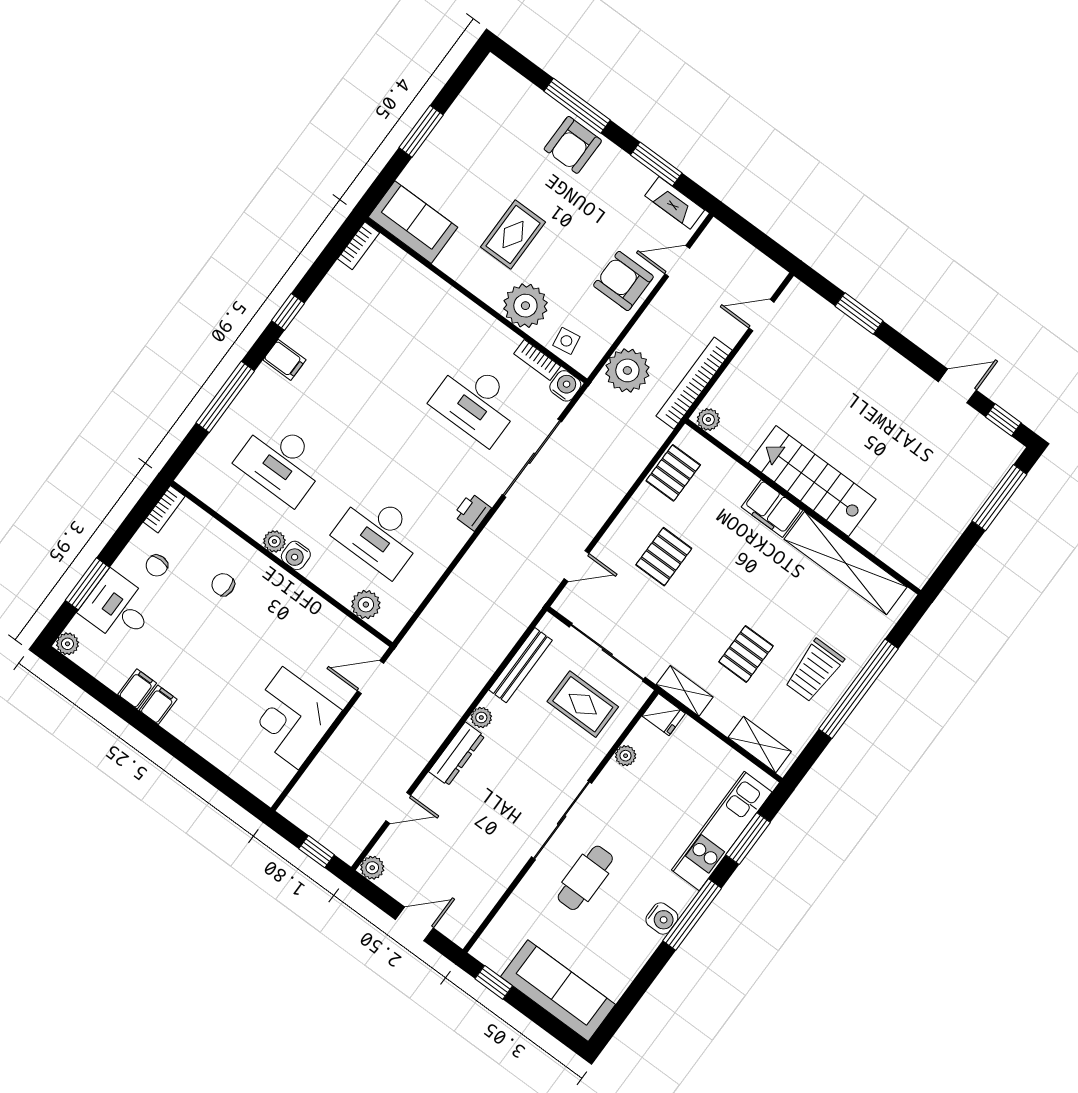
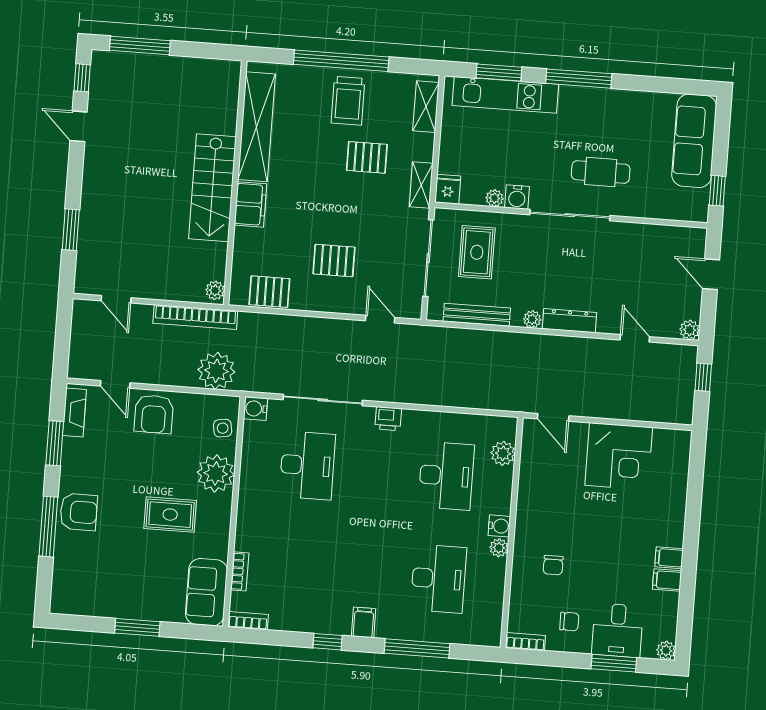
bookcase: (537, 360) -> (240, 571), moved
trolley: (814, 671) -> (348, 101), turned 90
water cooler: (662, 918) -> (517, 197), moved, turned 180

